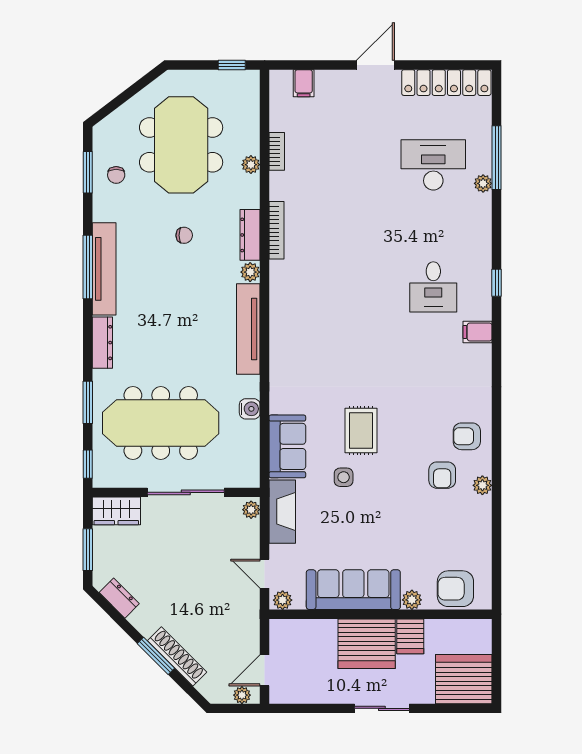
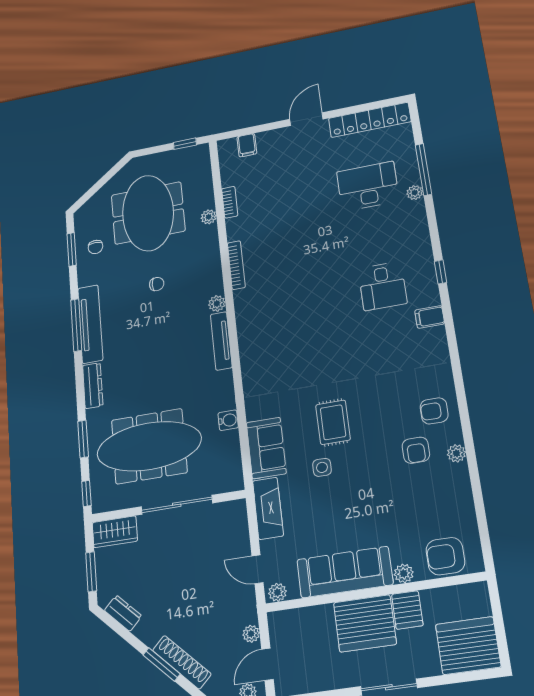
dresser: (250, 235) -> (214, 273), removed
tv unit: (248, 329) -> (221, 341), width x0.73, depth x0.78
plant: (251, 510) -> (251, 634), moved

